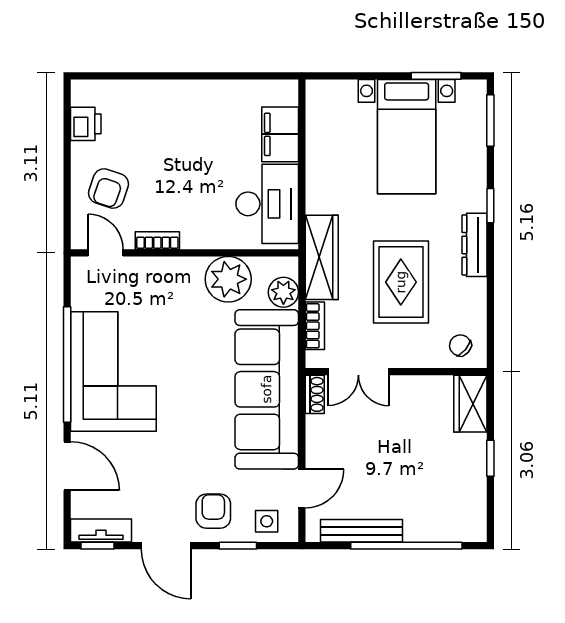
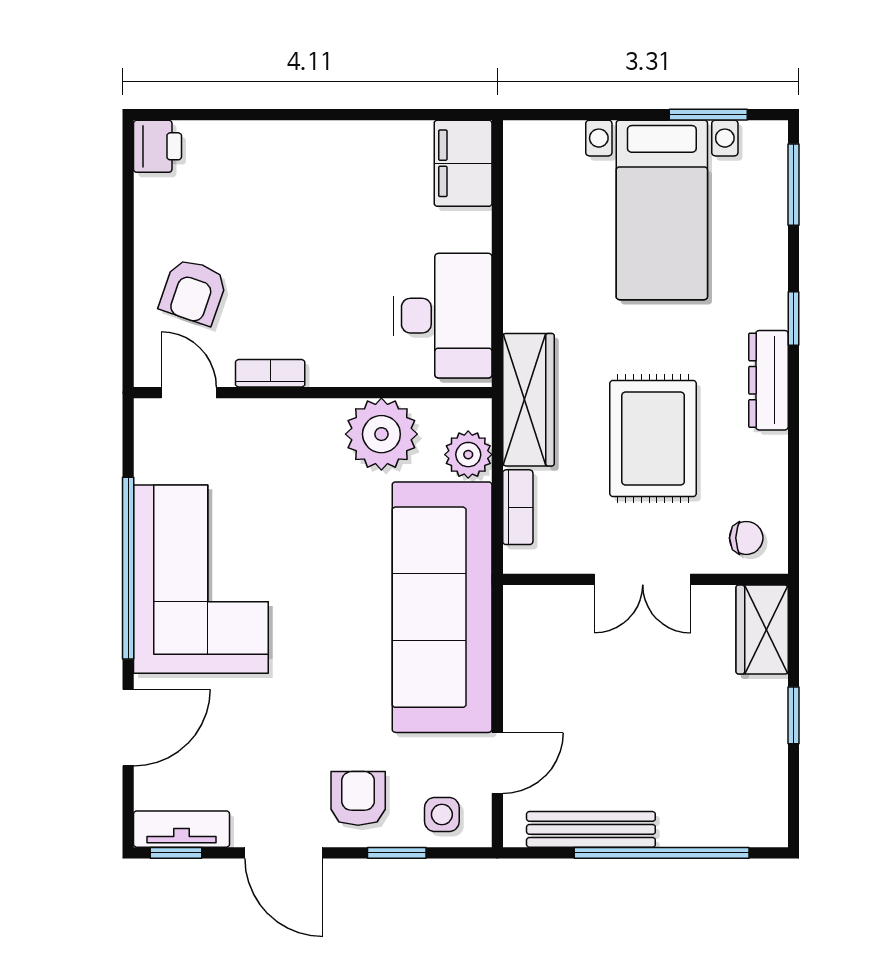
printer: (86, 124) -> (157, 146), moved
filing cabinet: (280, 134) -> (463, 163), moved
chair: (460, 345) -> (746, 538), turned 139
double door: (358, 372) -> (643, 579), moved
shoe rack: (315, 394) -> (517, 615), removed
door: (67, 466) -> (128, 728), hinge flipped

